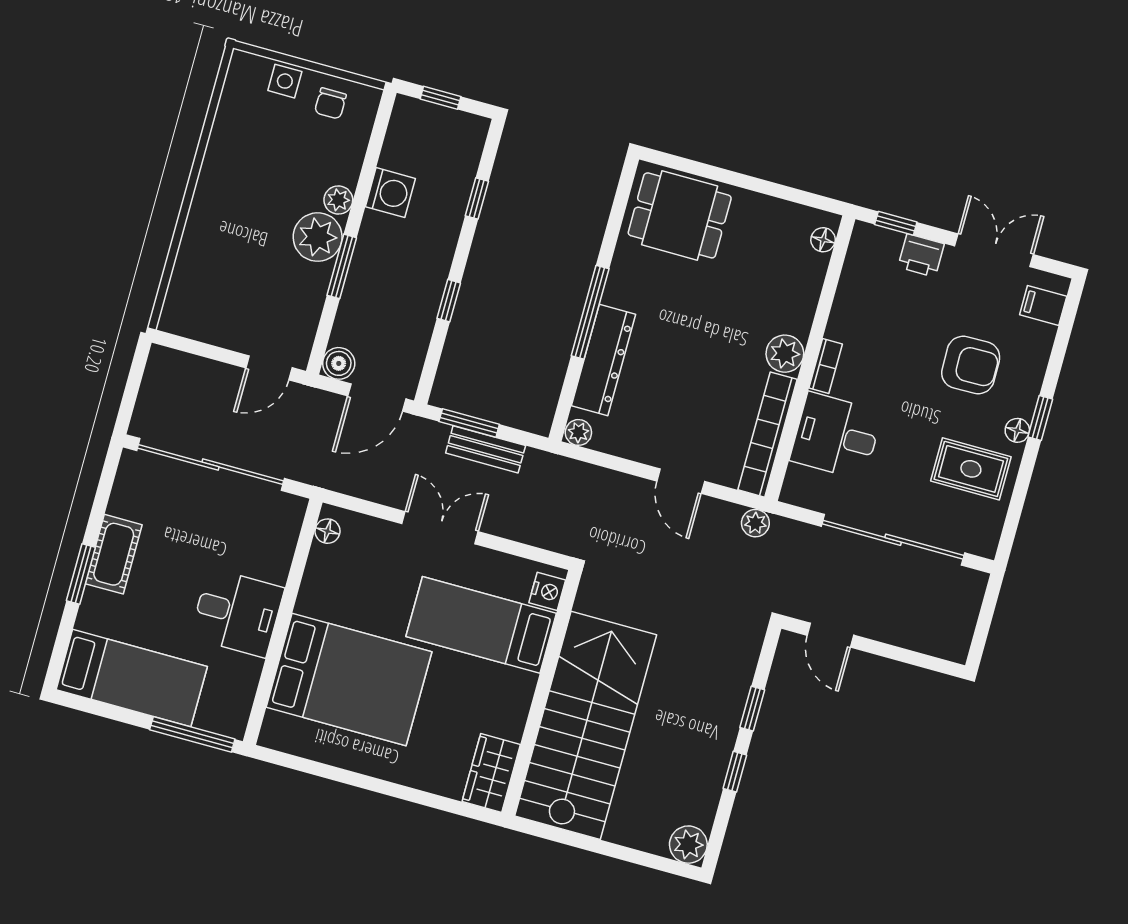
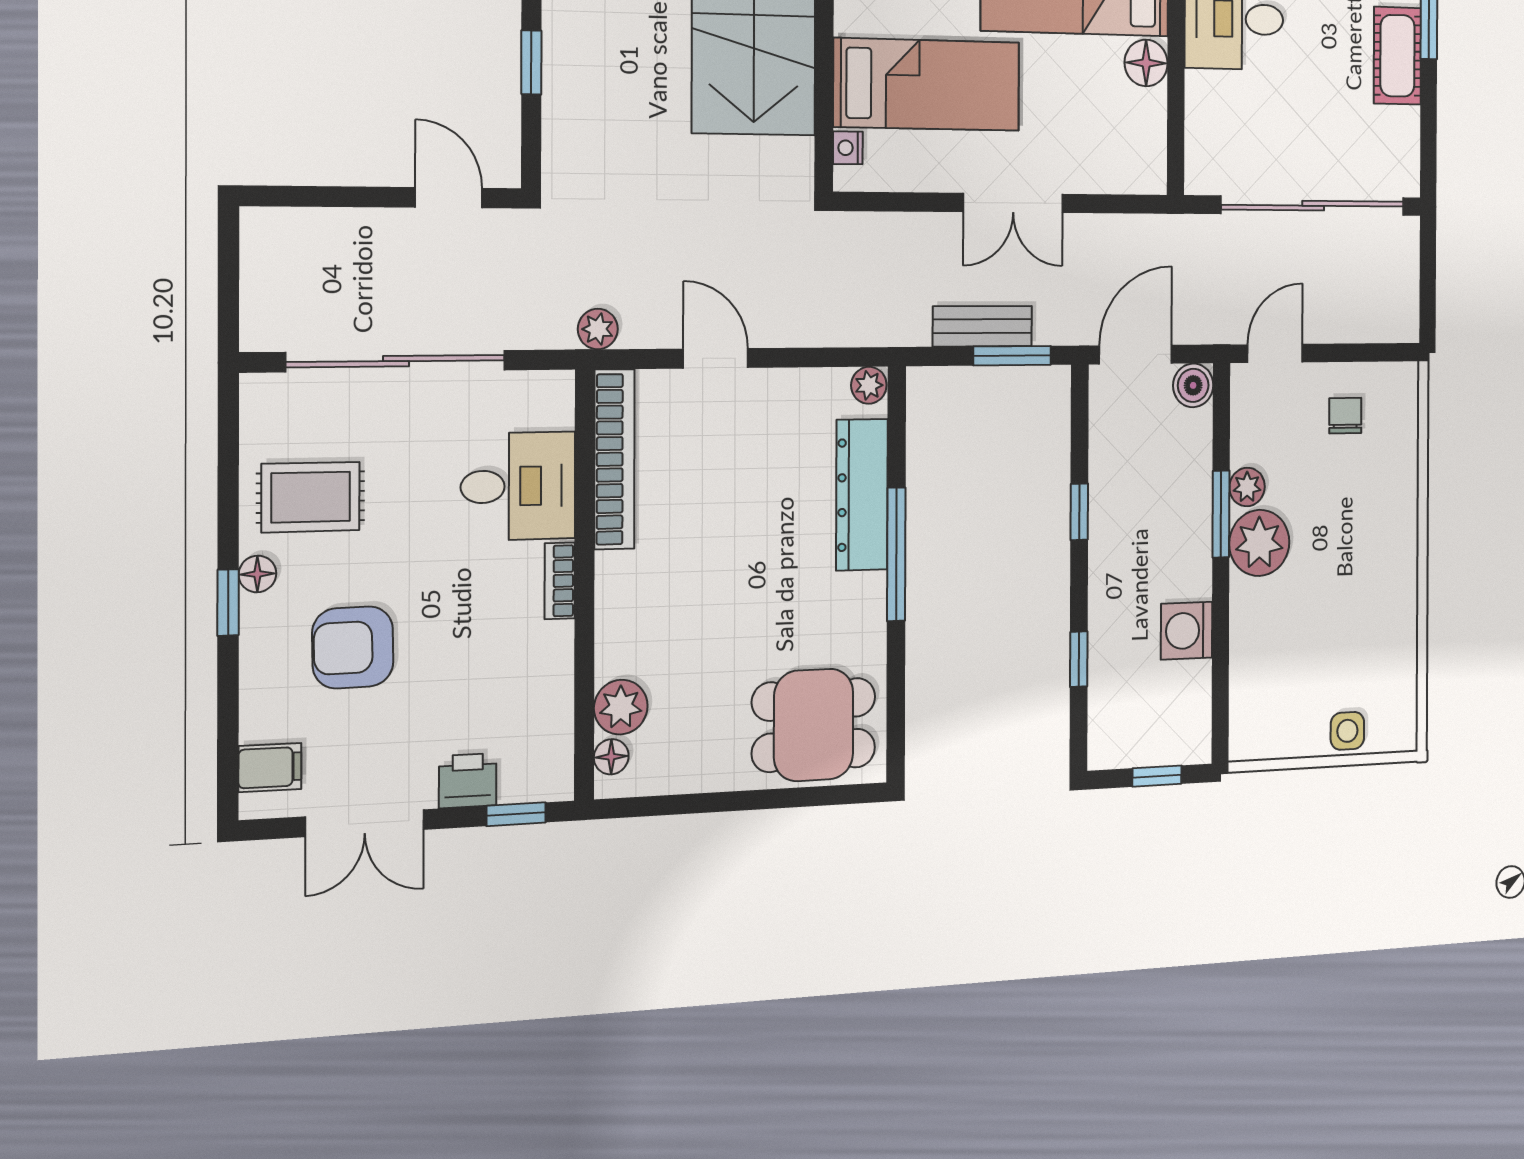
chair: (330, 103) -> (1345, 416), moved
plant: (338, 200) -> (1247, 487), moved
plant: (785, 354) -> (621, 707), moved
floor lamp: (328, 531) -> (1146, 63), moved, width x1.37, depth x1.37
nightstand: (547, 591) -> (848, 148), width x0.72, depth x0.74

